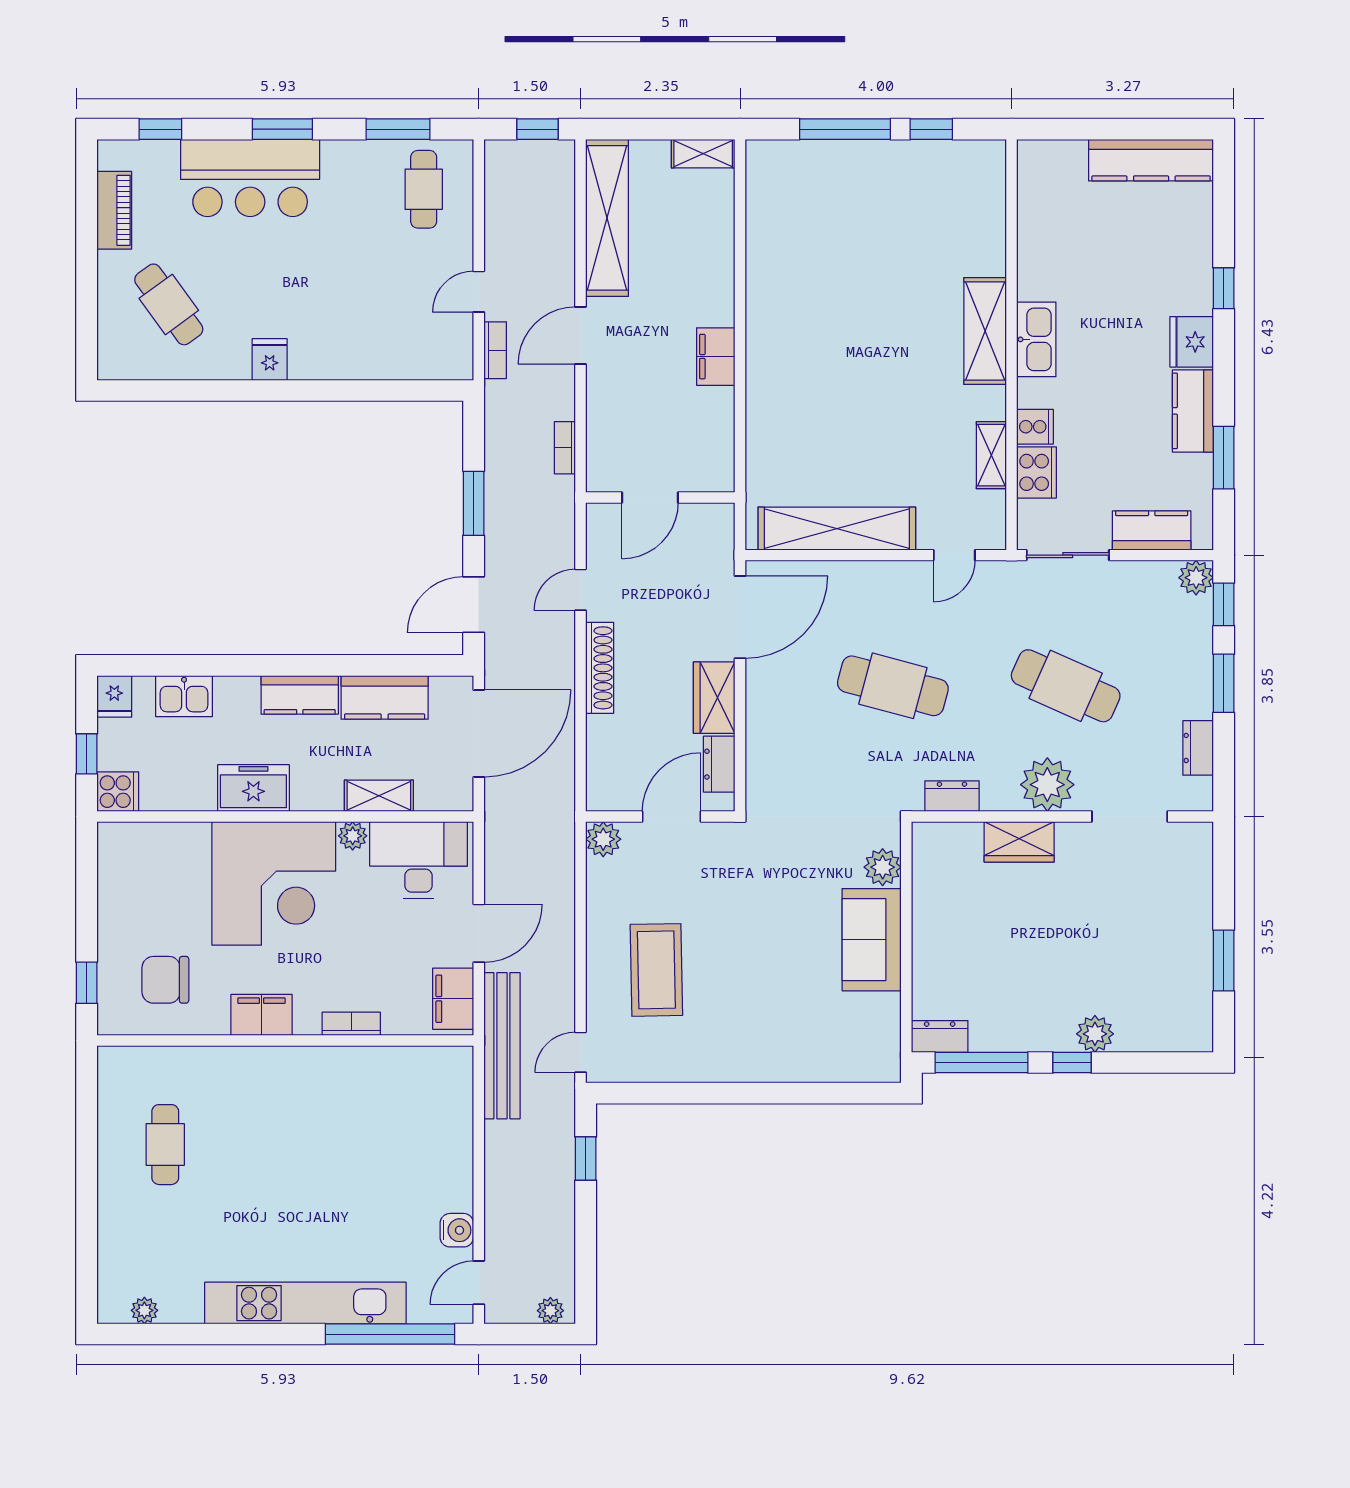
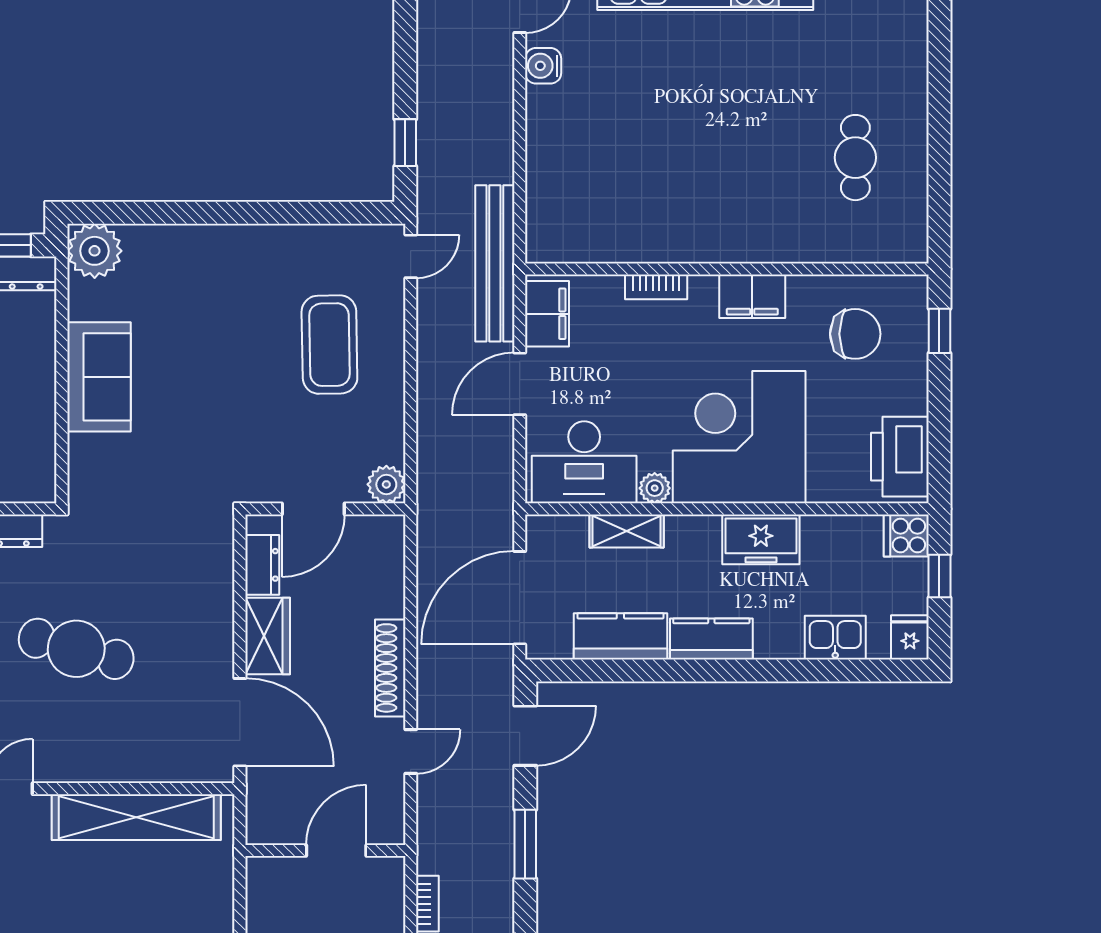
door: (740, 617) -> (240, 722), swing flipped
printer: (124, 865) -> (900, 457), added
plant: (883, 867) -> (95, 251), moved, width x1.36, depth x1.36

